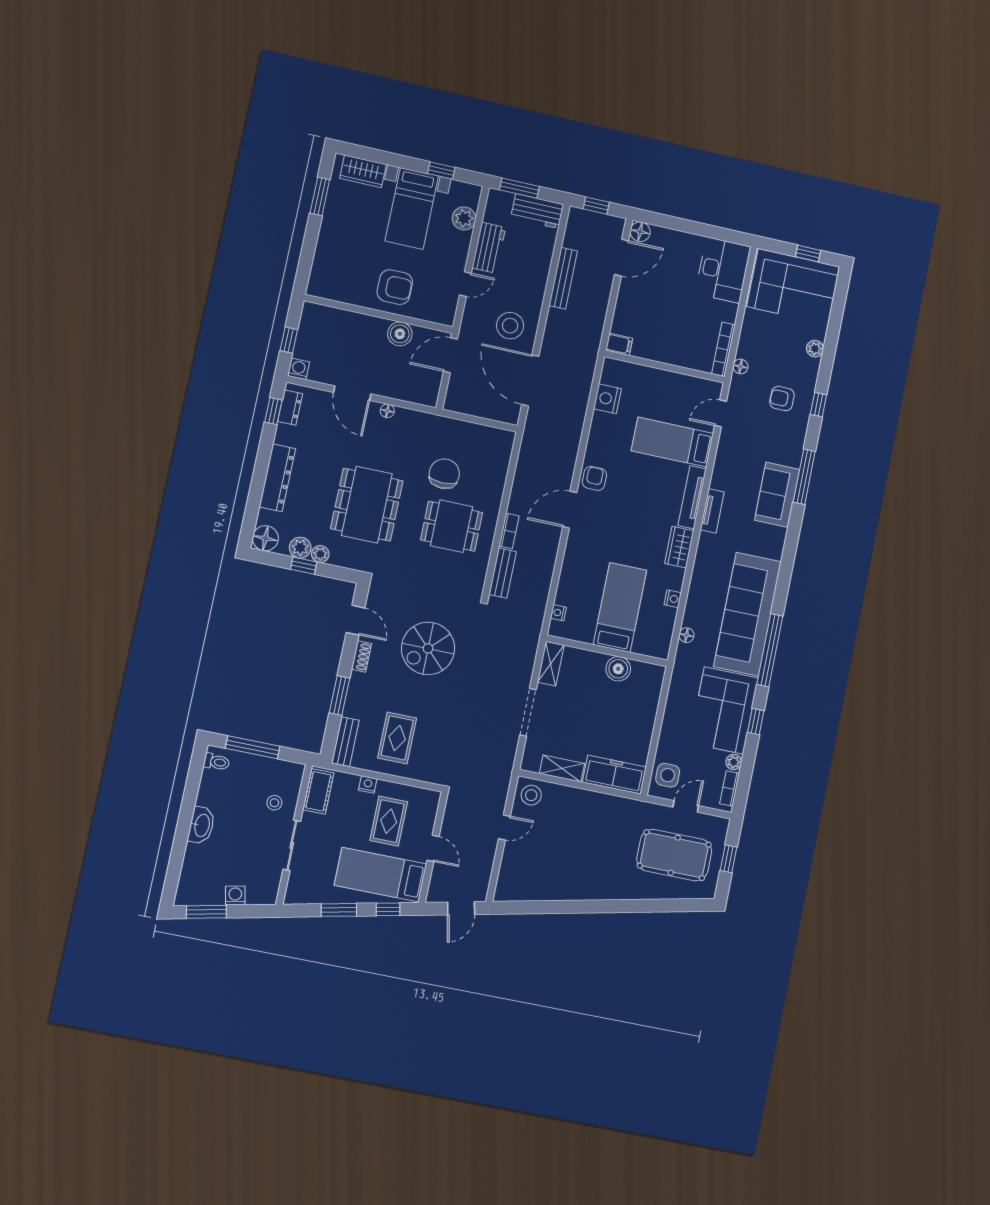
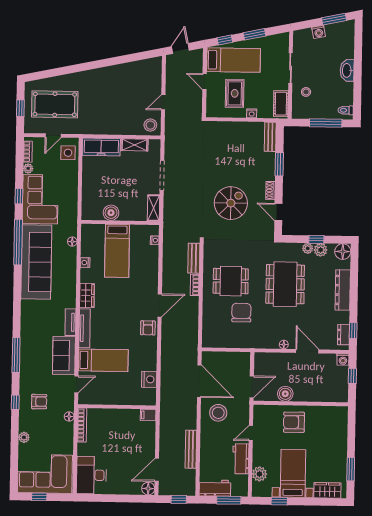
chair: (444, 474) -> (241, 313), turned 180
sofa: (777, 495) -> (64, 356), moved, turned 180
rug: (397, 738) -> (239, 145), removed

